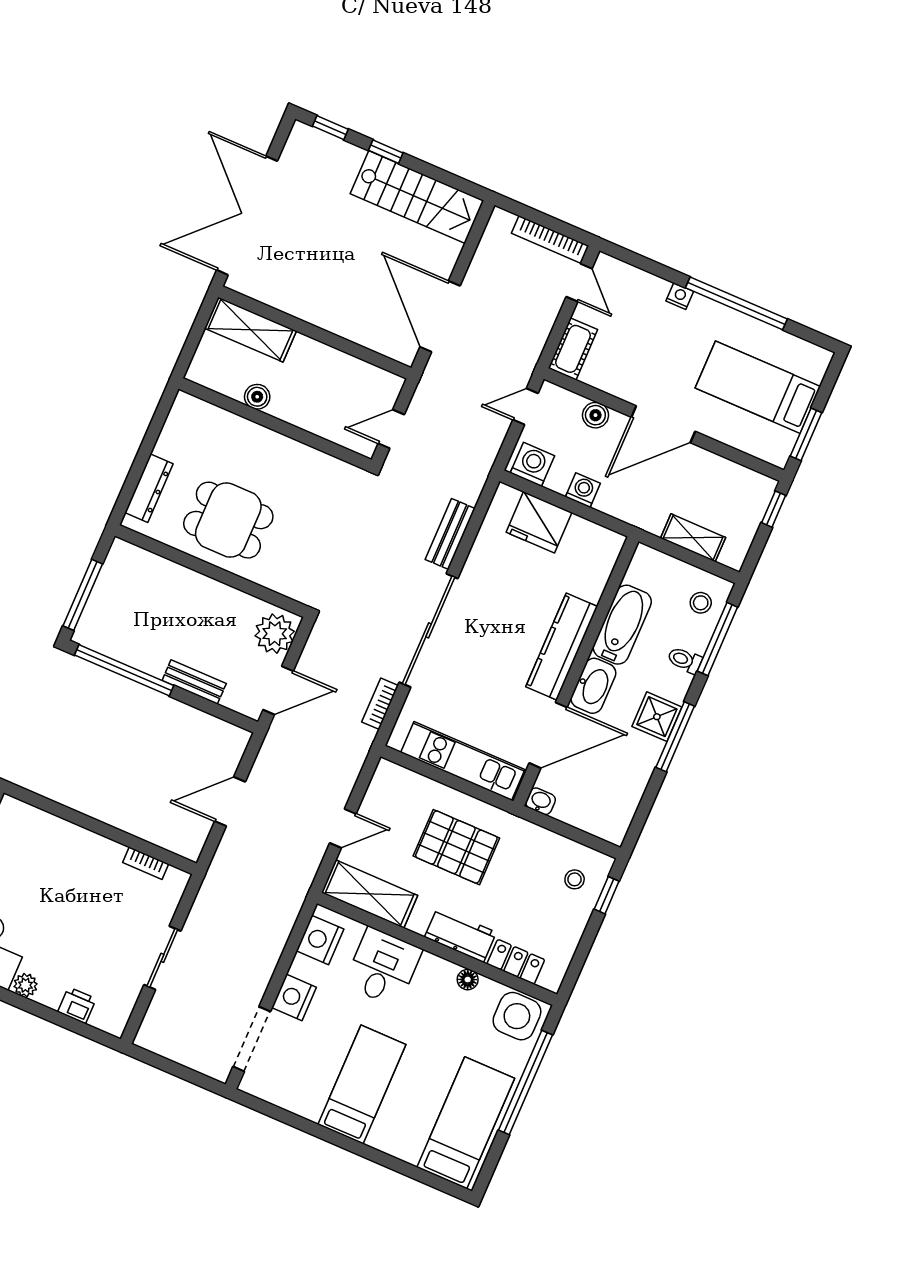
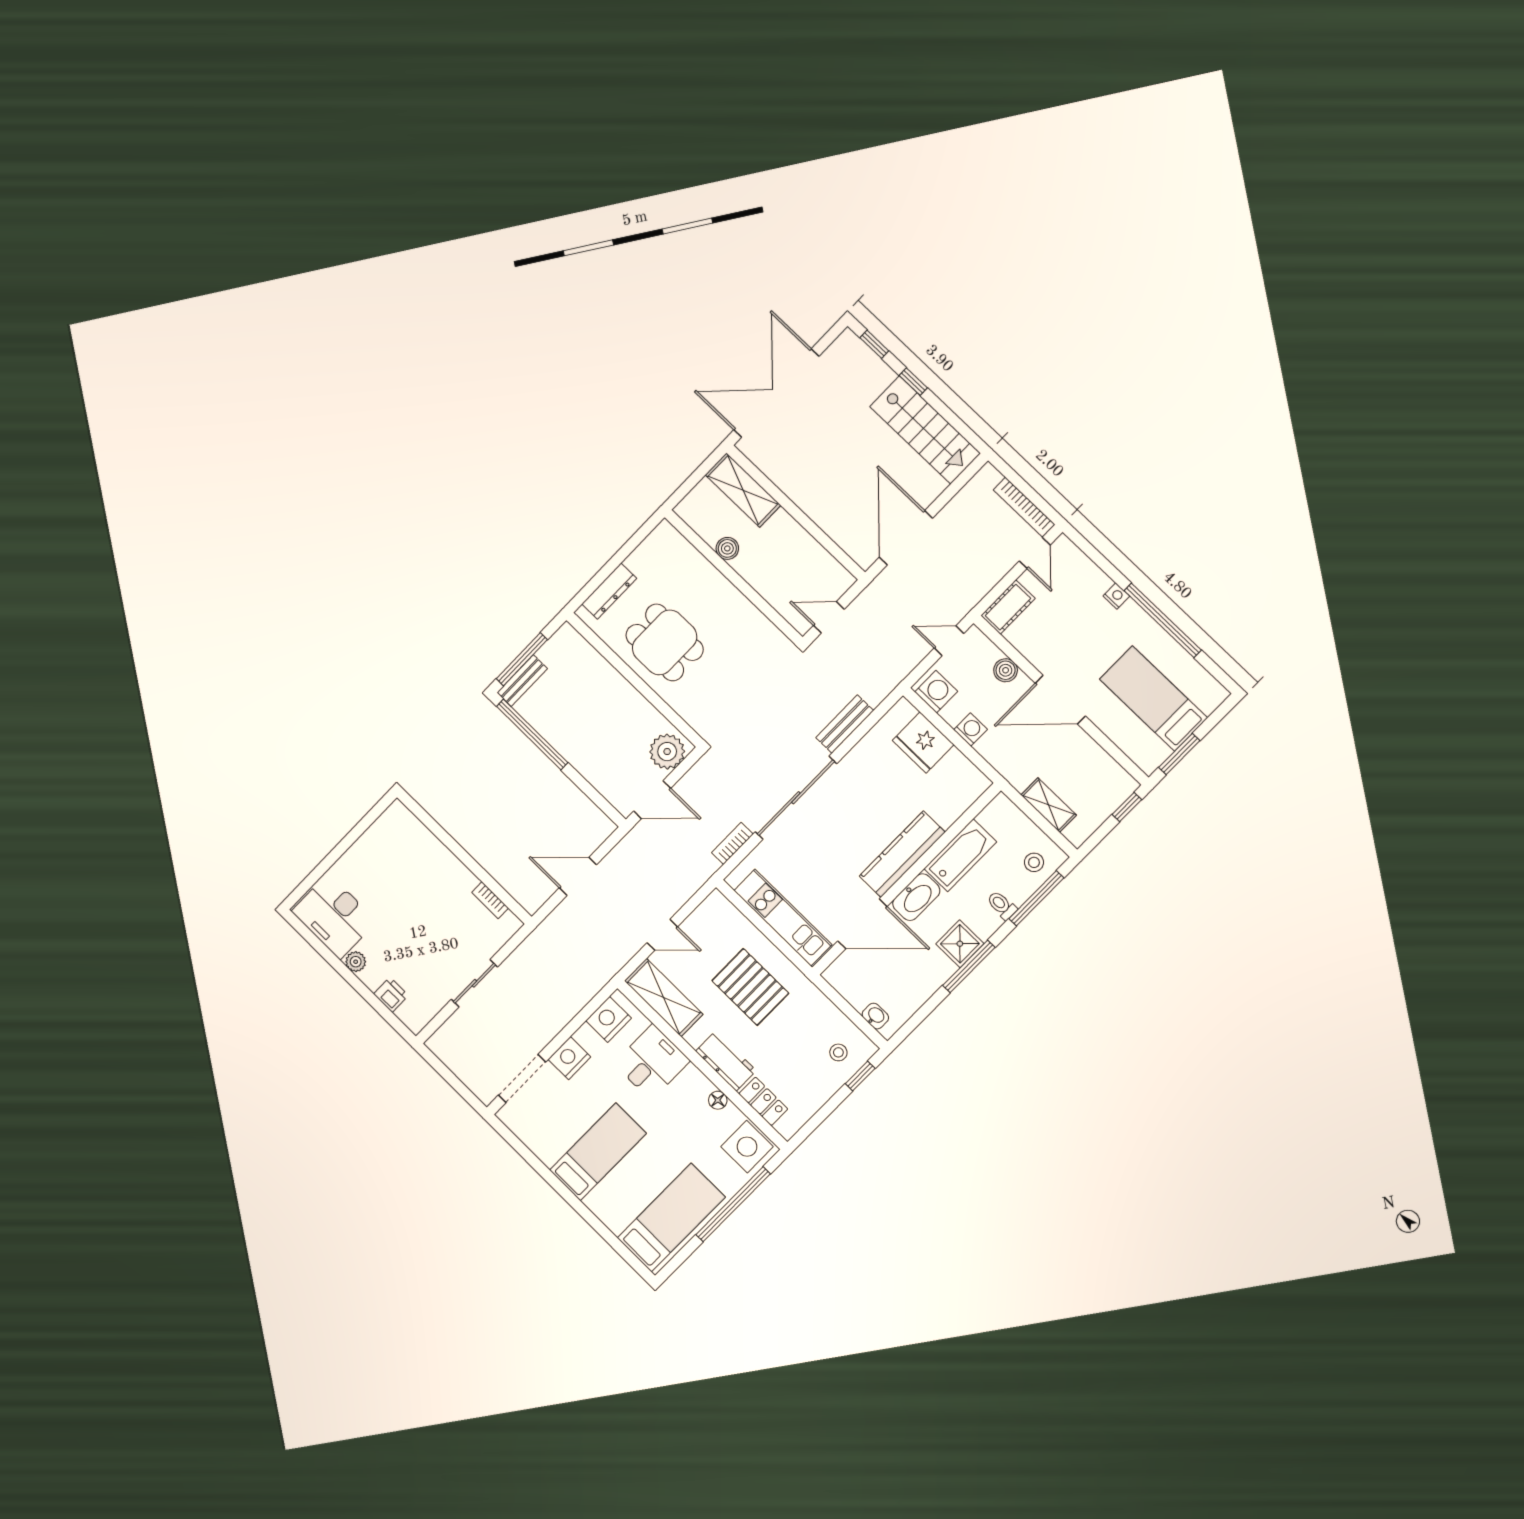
bench: (194, 682) -> (522, 681), moved, turned 90
washbasin: (541, 801) -> (875, 1016), moved

